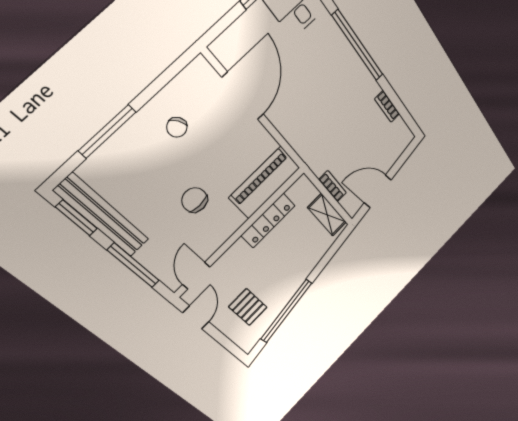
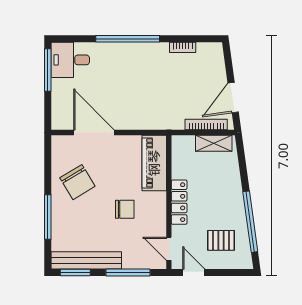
chair: (177, 127) -> (77, 182), width x1.87, depth x1.87
bookcase: (333, 186) -> (206, 124), width x1.56
chair: (195, 200) -> (125, 209), turned 180
locker: (268, 220) -> (179, 202), moved

